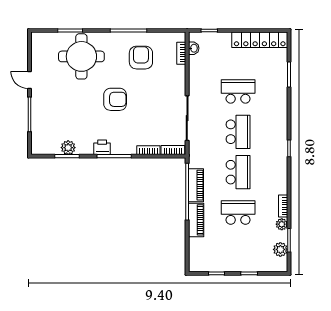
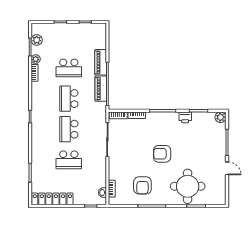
printer: (102, 147) -> (185, 117), moved
plant: (68, 148) -> (221, 117), moved

